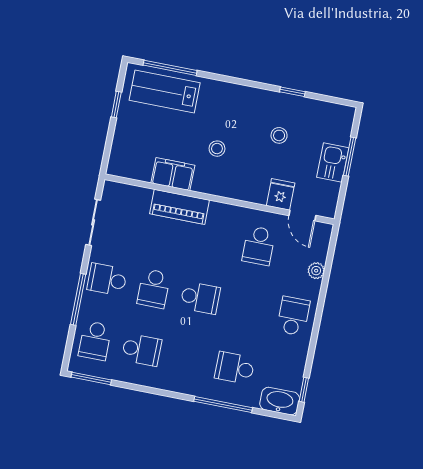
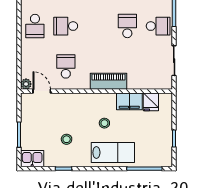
lab bench: (165, 92) -> (113, 153), moved
kitchen sink: (333, 162) -> (32, 159), moved, turned -90
fridge: (281, 194) -> (151, 102), moved
piano: (179, 207) -> (108, 81), moved
plant: (316, 271) -> (26, 84), moved
school desk: (200, 298) -> (66, 26), moved

